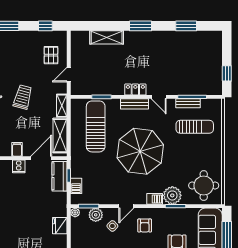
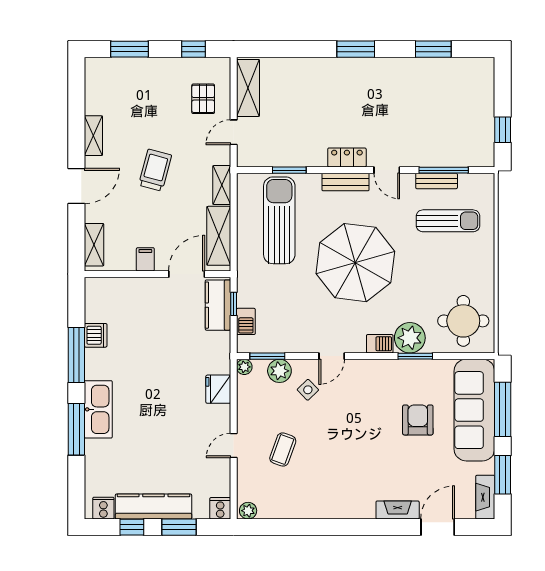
shelving: (107, 37) -> (248, 88), moved, turned 90
cooker: (19, 166) -> (148, 288), removed
armchair: (145, 226) -> (363, 389), removed

